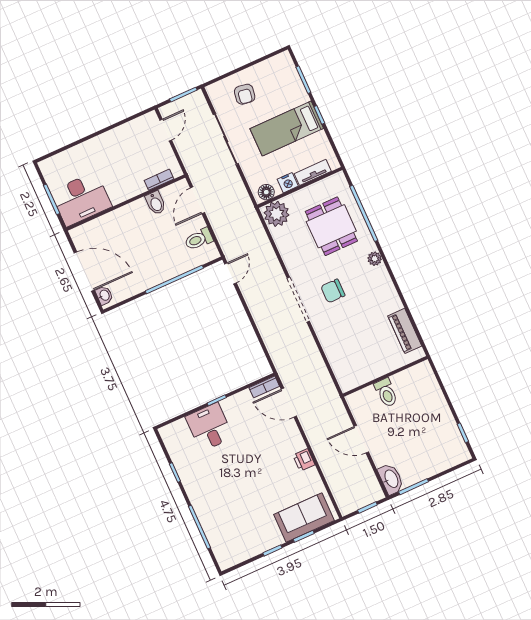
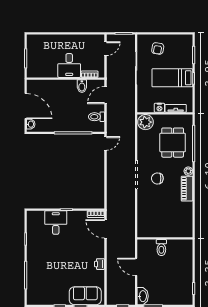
floor lamp: (266, 192) -> (145, 108), removed
desk: (81, 199) -> (69, 65), moved, width x0.73
piano: (405, 331) -> (187, 189), moved

